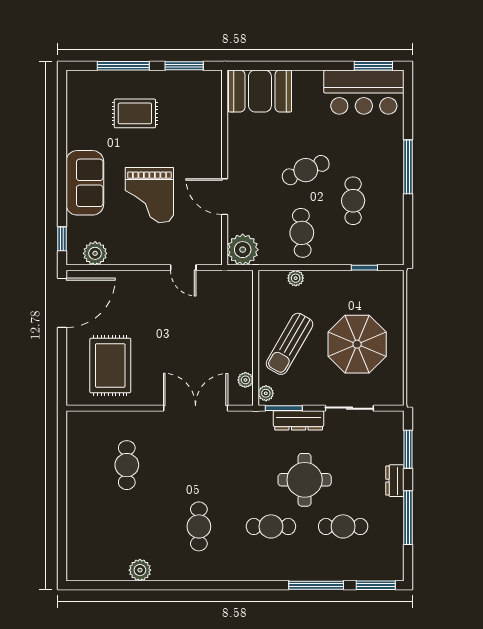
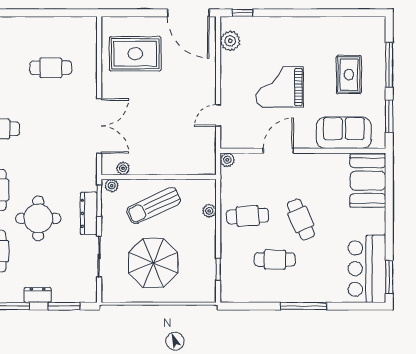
sofa: (85, 183) -> (344, 133), moved, turned 180
plant: (243, 250) -> (227, 160), width x0.53, depth x0.53
sun lounger: (290, 344) -> (154, 206), turned -55

